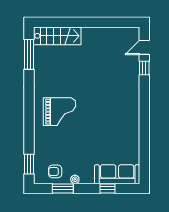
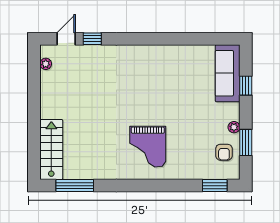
plant: (125, 31) -> (46, 64), added
door: (144, 47) -> (66, 39), swing flipped
grand piano: (60, 112) -> (148, 147), turned 180

